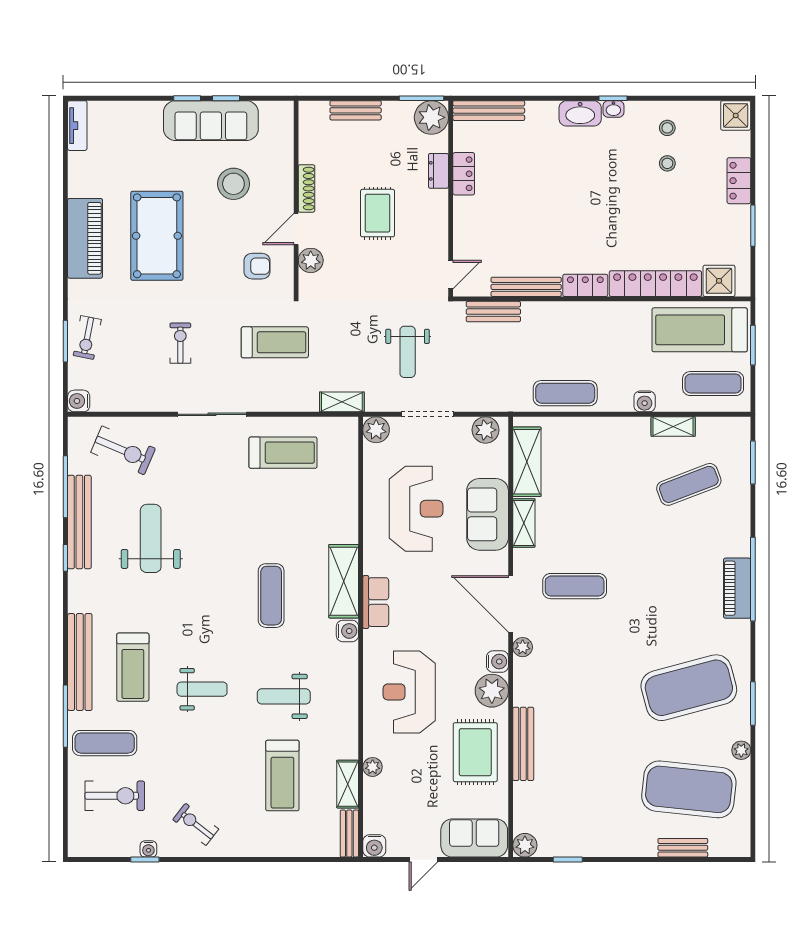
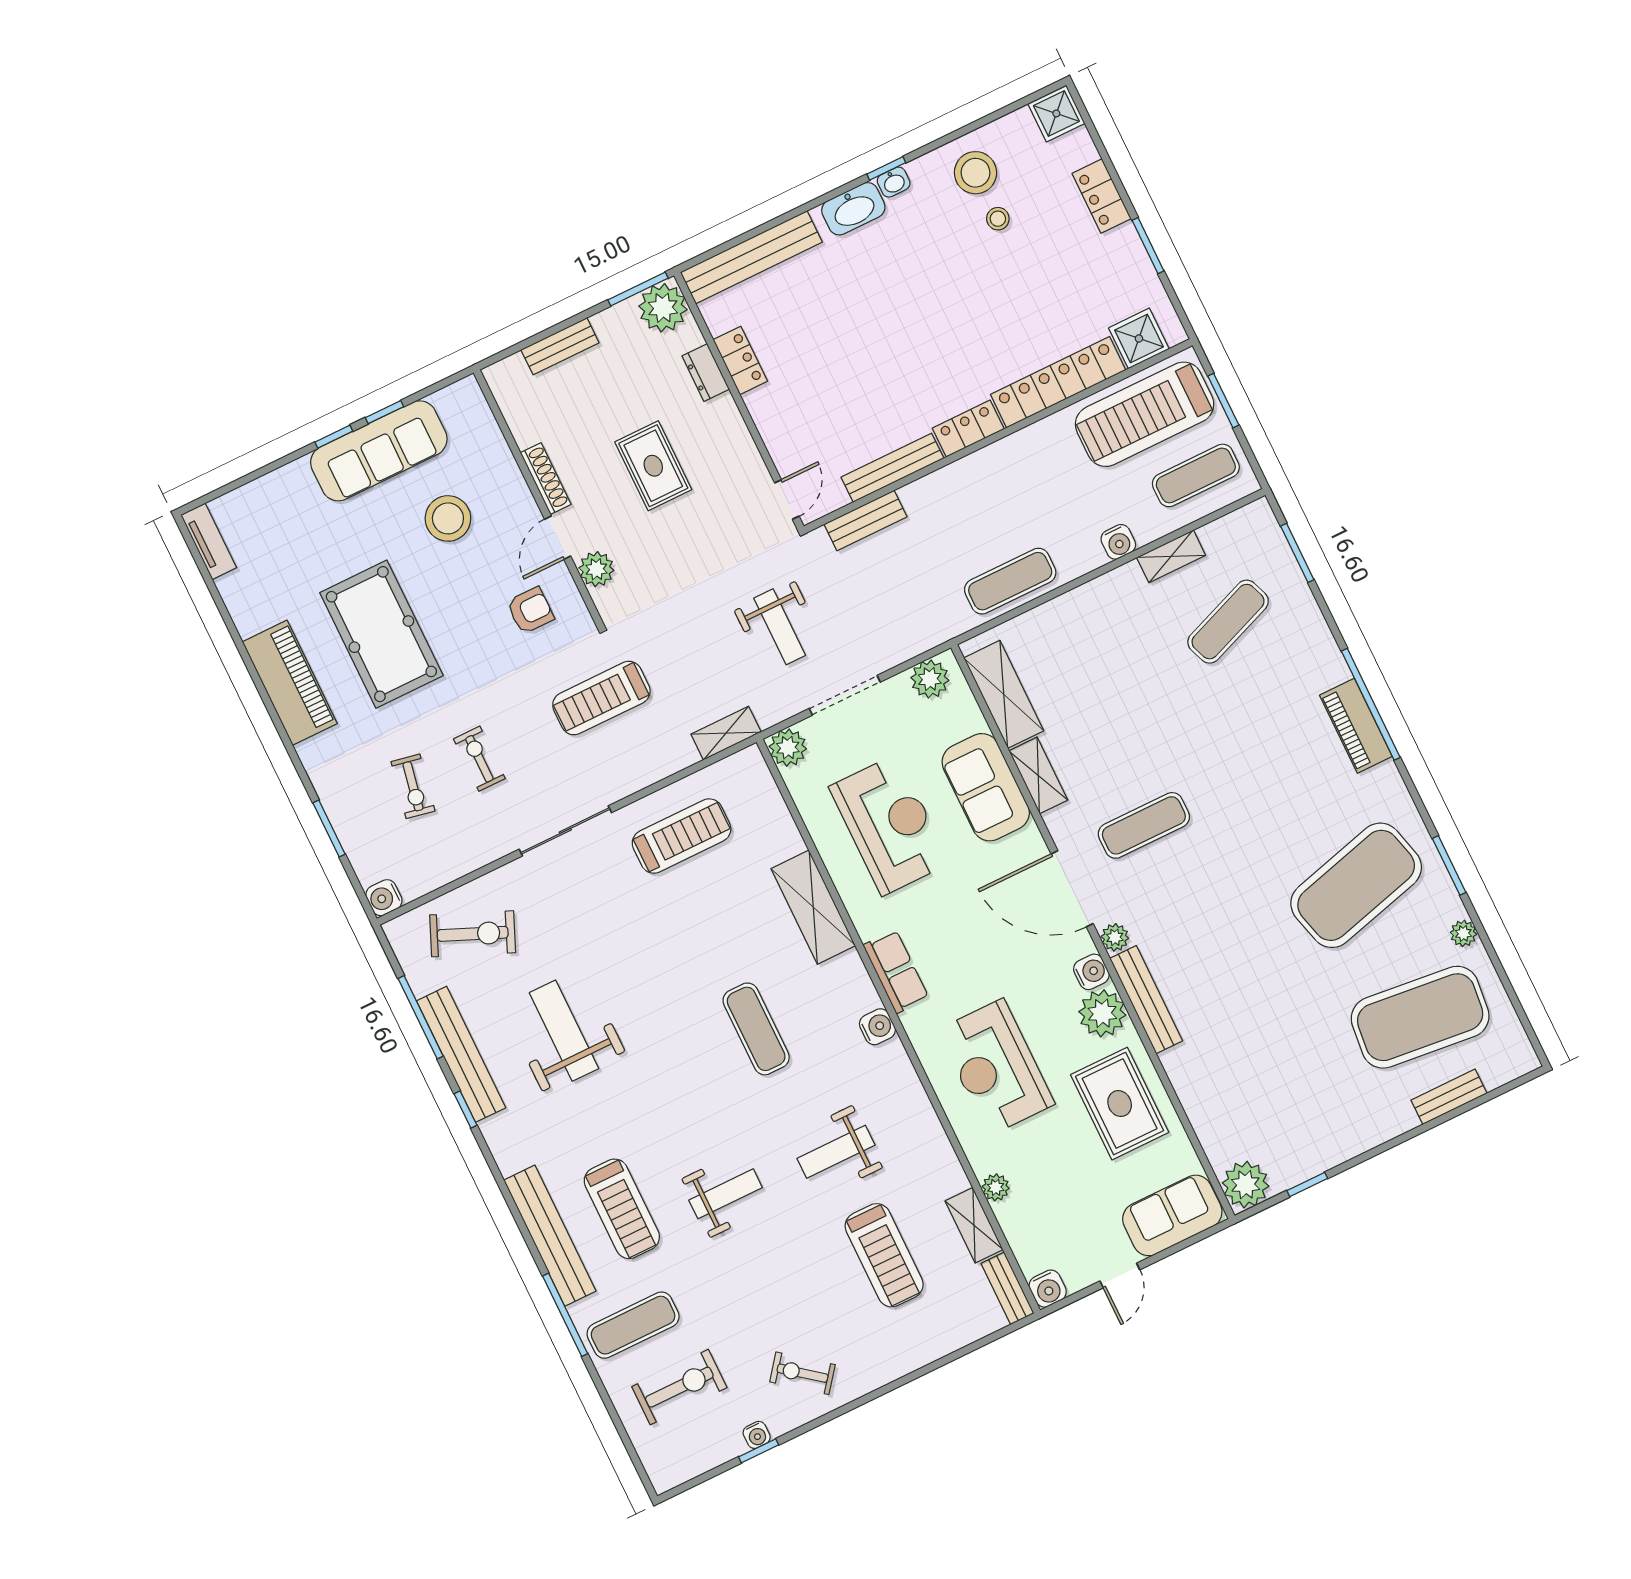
bench: (489, 111) -> (751, 257), width x1.37, depth x1.21
stool: (667, 128) -> (975, 173), width x1.89, depth x1.89
exercise bike: (87, 338) -> (413, 786), moved
treadmill: (275, 342) -> (601, 698), turned 180
shelving: (344, 581) -> (813, 907), moved
bench: (523, 744) -> (1146, 1000), moved
plant: (525, 845) -> (1246, 1185), width x1.36, depth x1.36

